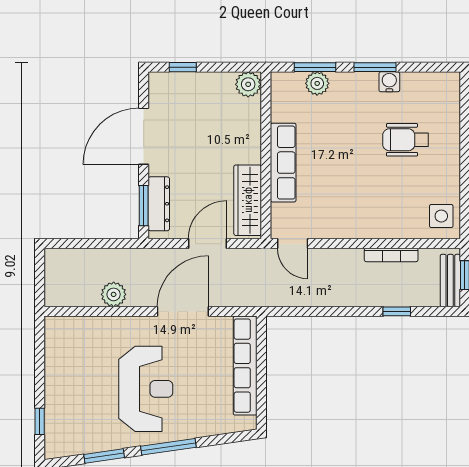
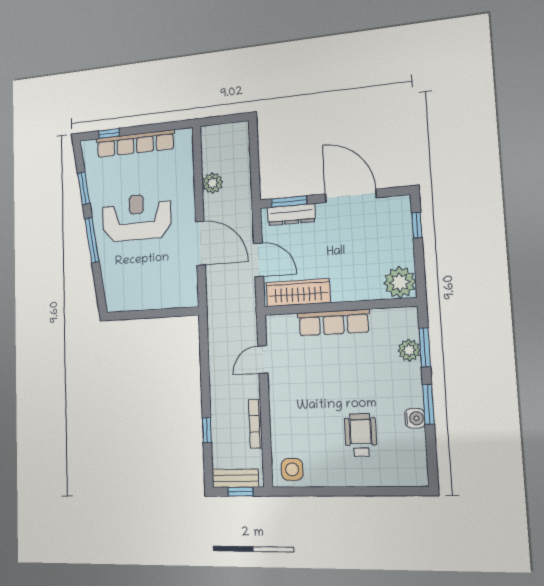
plant: (248, 84) -> (400, 282), width x1.36, depth x1.36
door: (293, 244) -> (263, 360), moved
row of seats: (245, 366) -> (135, 144), moved, turned 180
reception desk: (146, 389) -> (137, 217), turned 180

